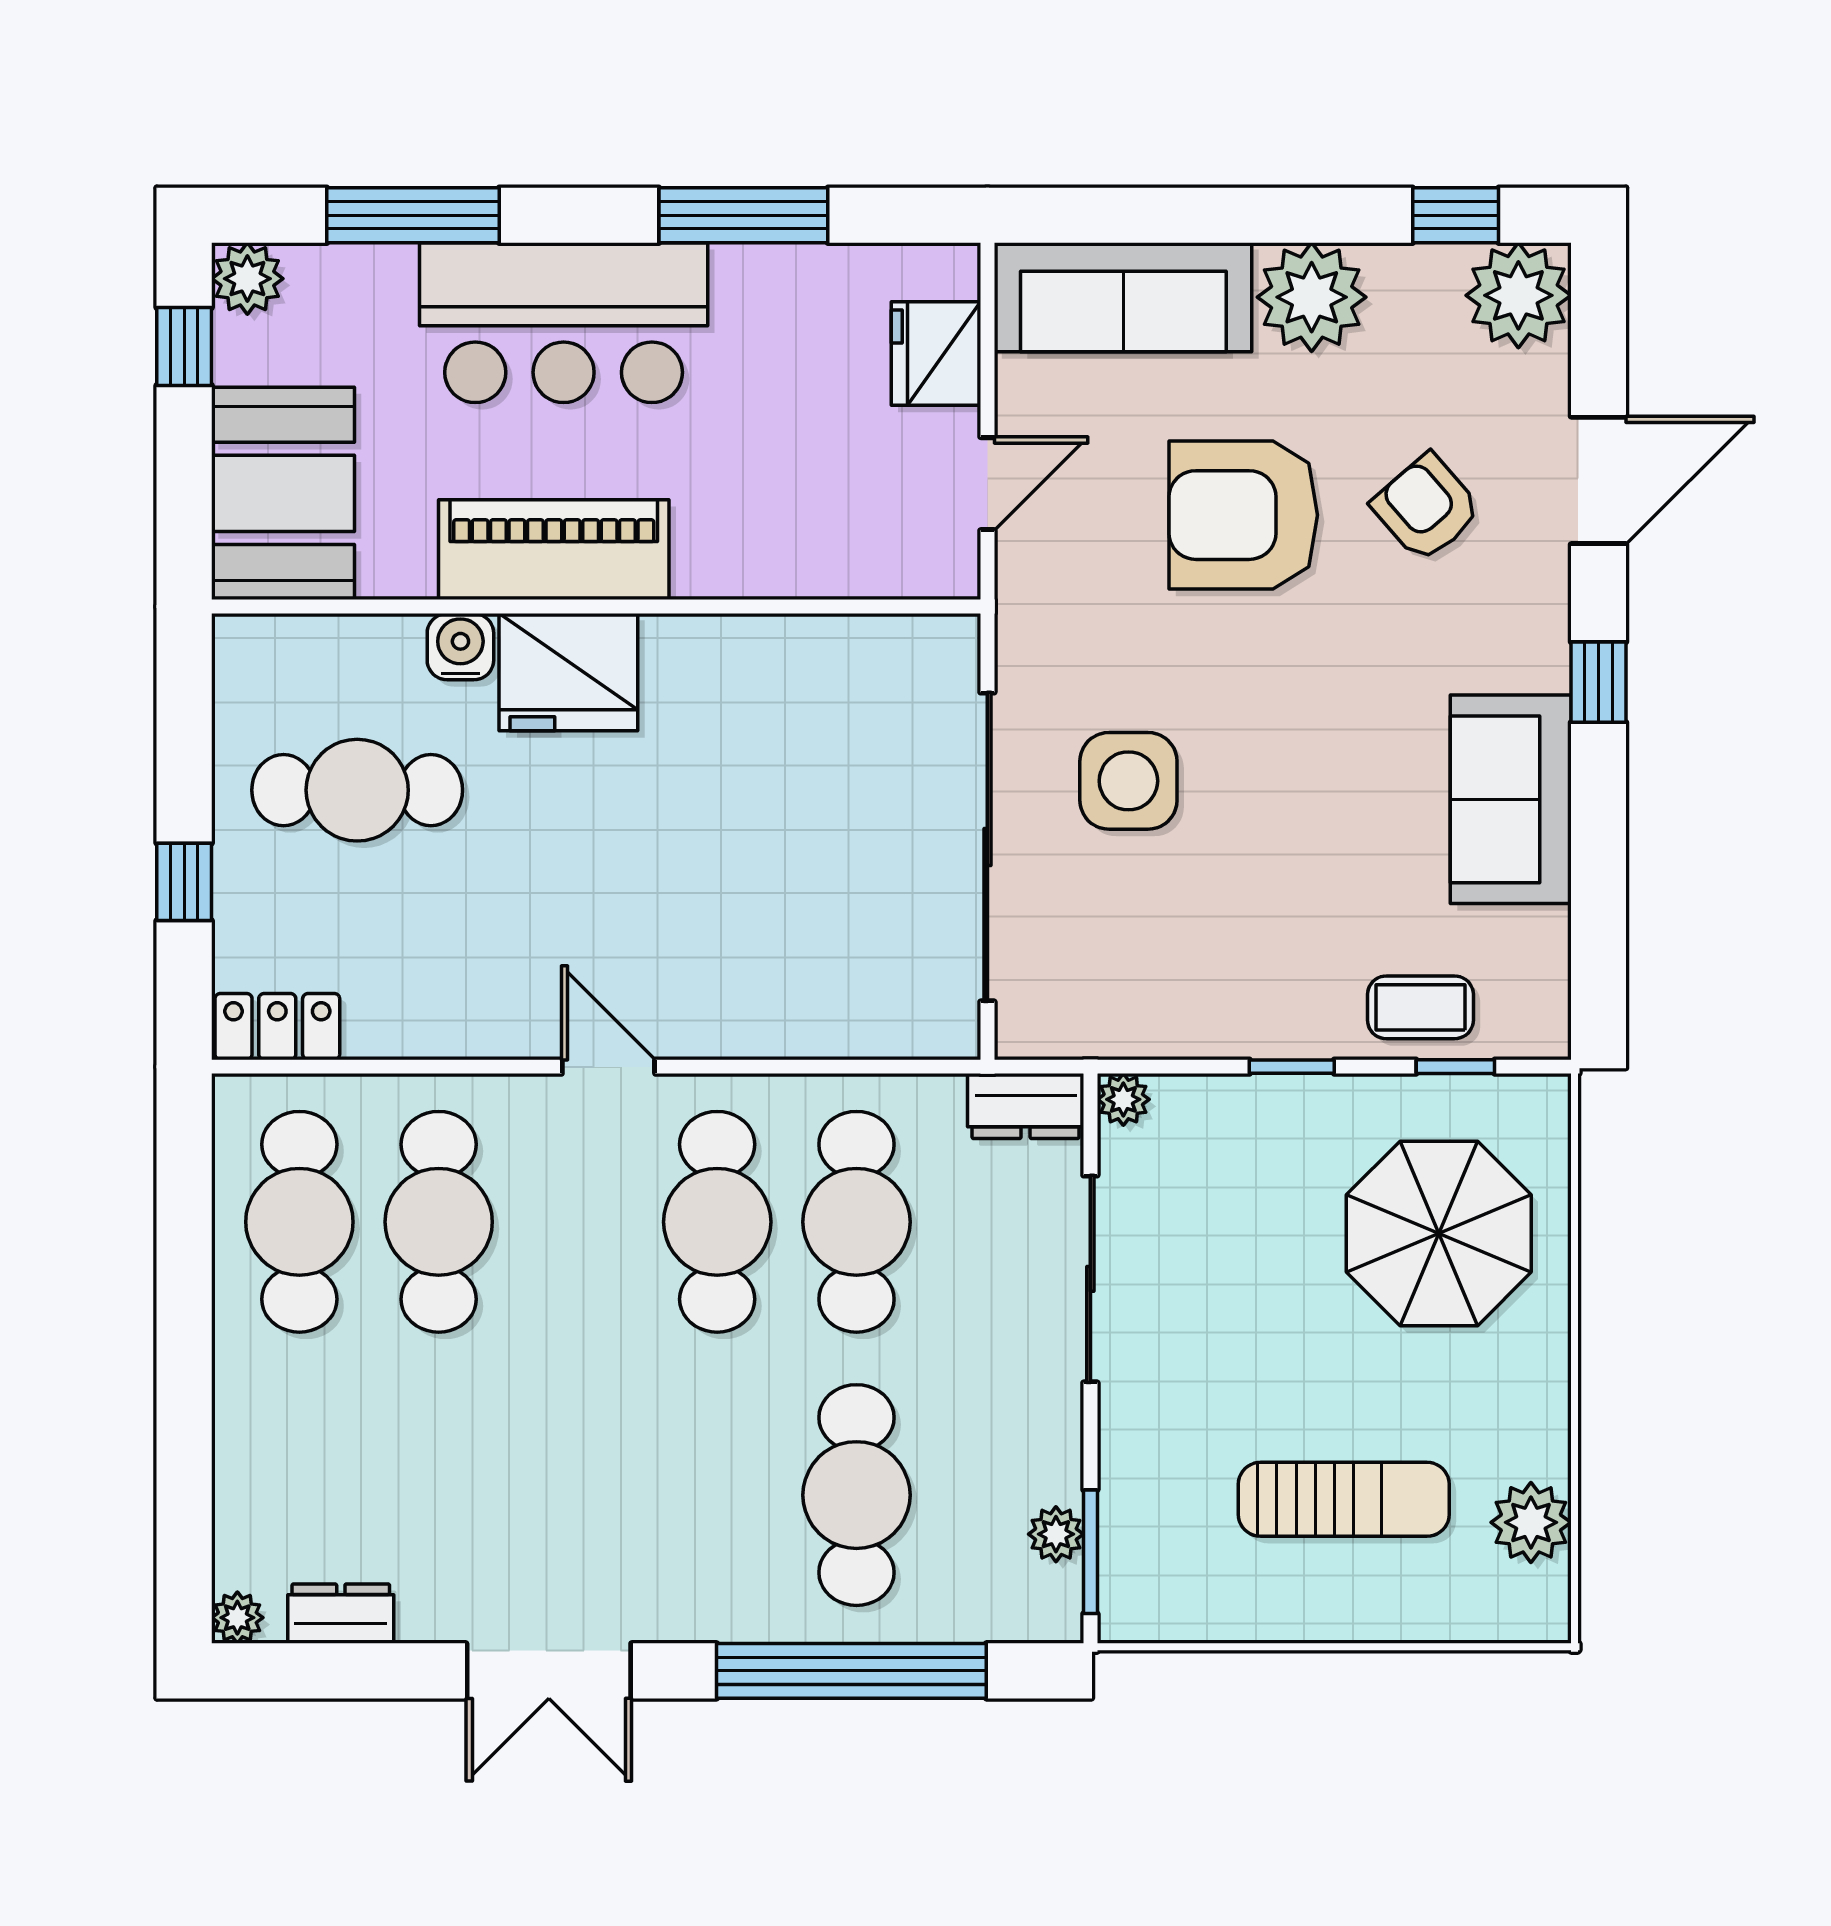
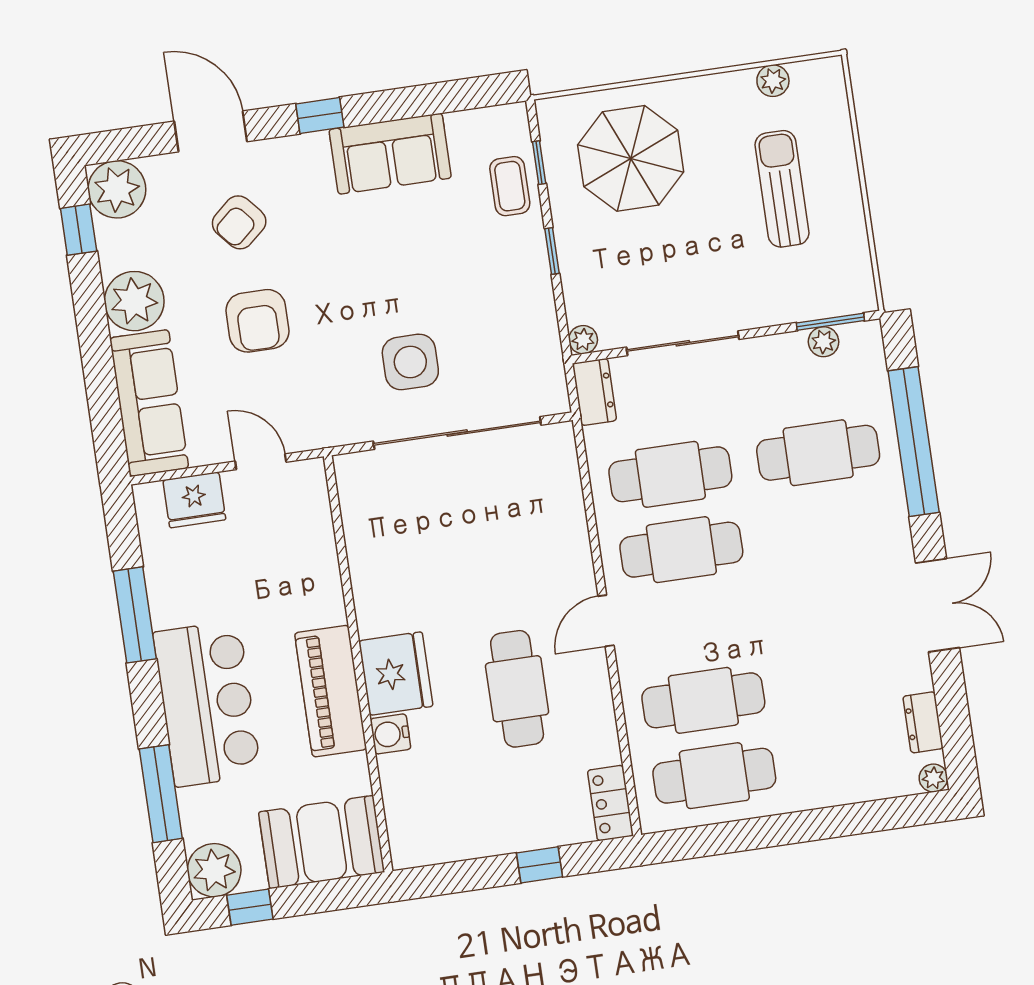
plant: (247, 279) -> (214, 870), width x1.36, depth x1.36
armchair: (1243, 515) -> (257, 321), width x0.73, depth x0.73
cafe table: (357, 790) -> (517, 689), moved
plant: (1531, 1522) -> (773, 81), width x0.73, depth x0.73

